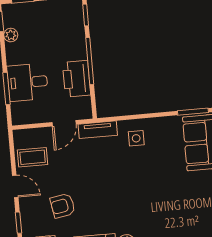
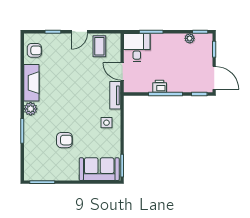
printer: (77, 79) -> (160, 86), width x0.53, depth x0.68
desk: (28, 82) -> (137, 47), moved
armchair: (63, 206) -> (64, 140), moved, turned 100

